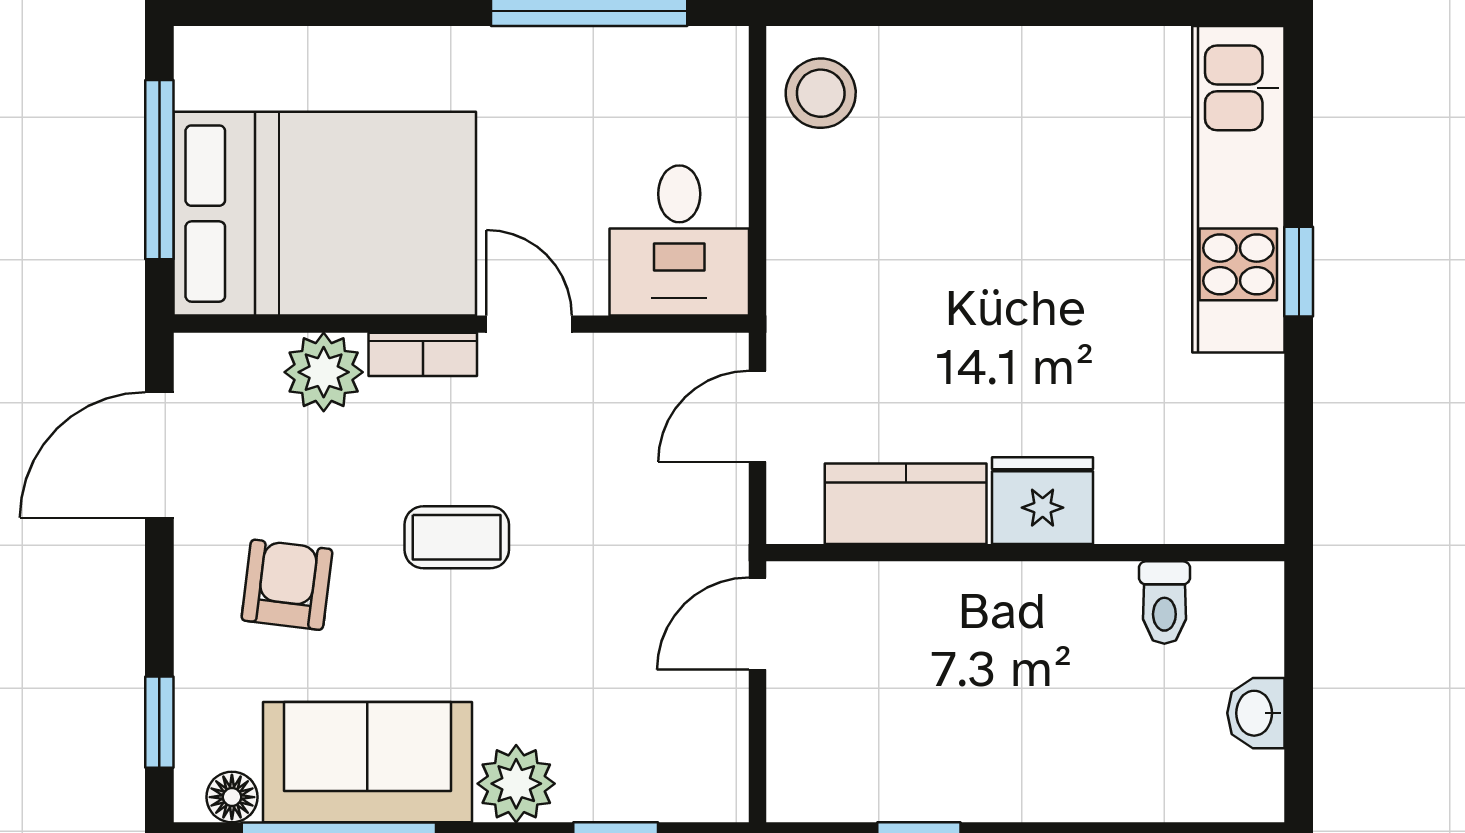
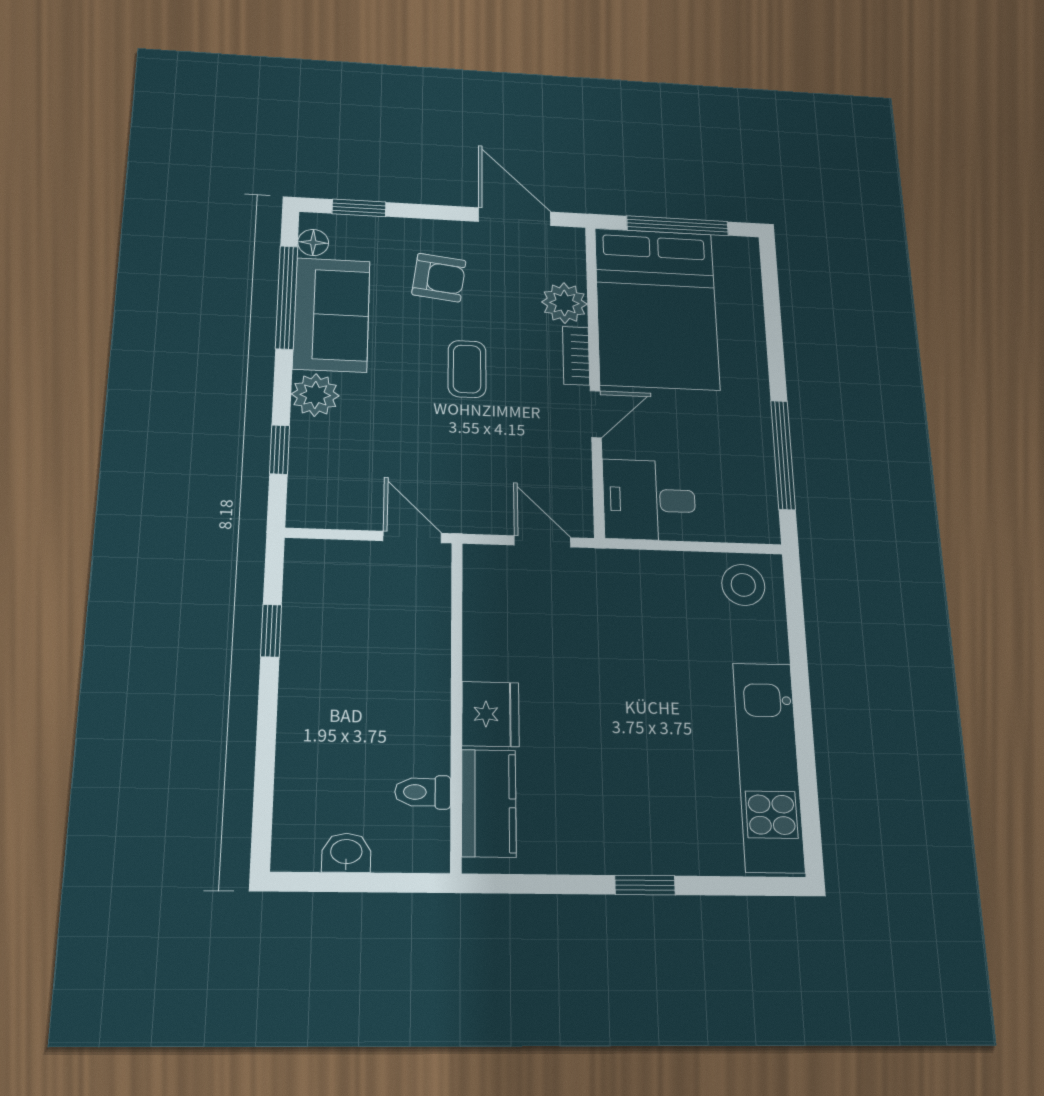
kitchen unit: (1238, 189) -> (768, 766), moved, turned -90
kitchen counter: (906, 504) -> (489, 803), moved

